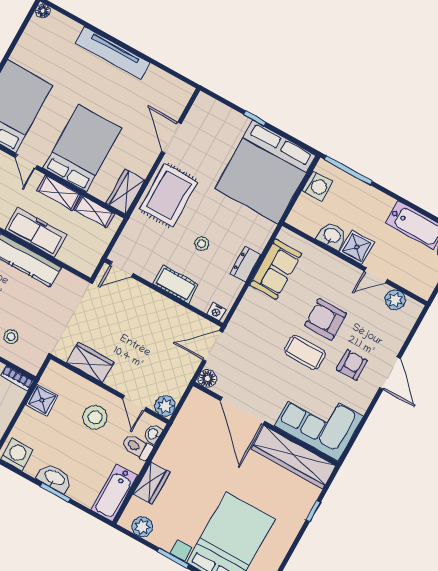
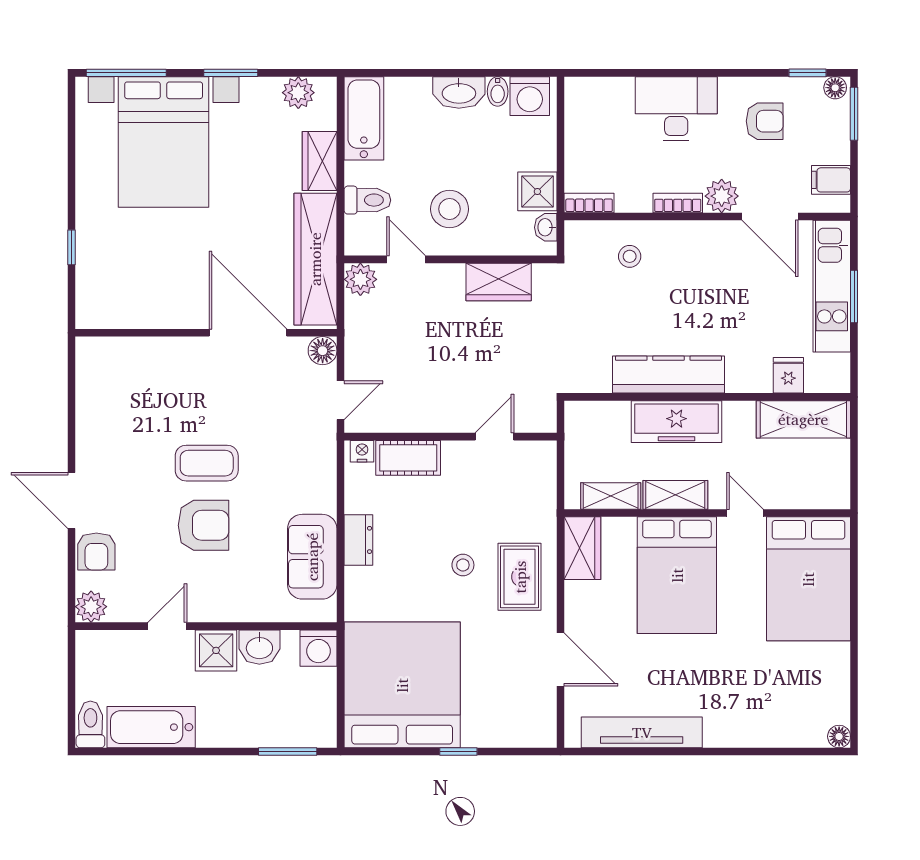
tv unit: (113, 53) -> (642, 732), moved
window: (348, 170) -> (288, 751), width x0.69
washing machine: (317, 186) -> (318, 648), moved, turned -90
rug: (169, 195) -> (520, 577), width x0.73, depth x0.70
stool: (202, 244) -> (463, 565), moved
door: (122, 269) -> (495, 437), moved
cot: (176, 284) -> (408, 458), moved
plant: (395, 300) -> (91, 607), moved
door: (213, 346) -> (340, 400), width x0.73
armchair: (352, 365) -> (96, 551), moved
corner sofa: (319, 421) -> (134, 378), removed
washbasin: (153, 434) -> (546, 227), moved, turned 180
wardrobe: (293, 457) -> (315, 259), moved, turned -90
bidet: (33, 467) -> (498, 91), added
window: (55, 492) -> (447, 73), removed

